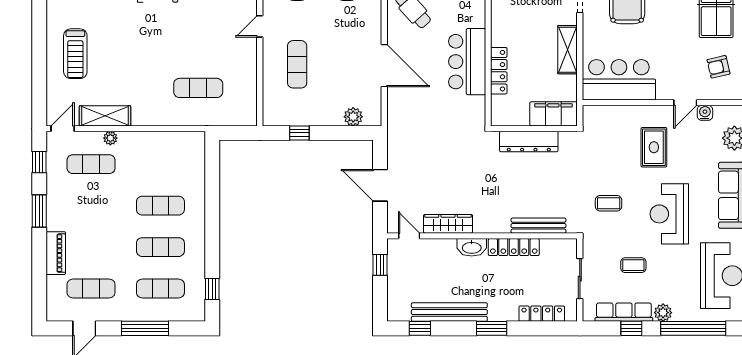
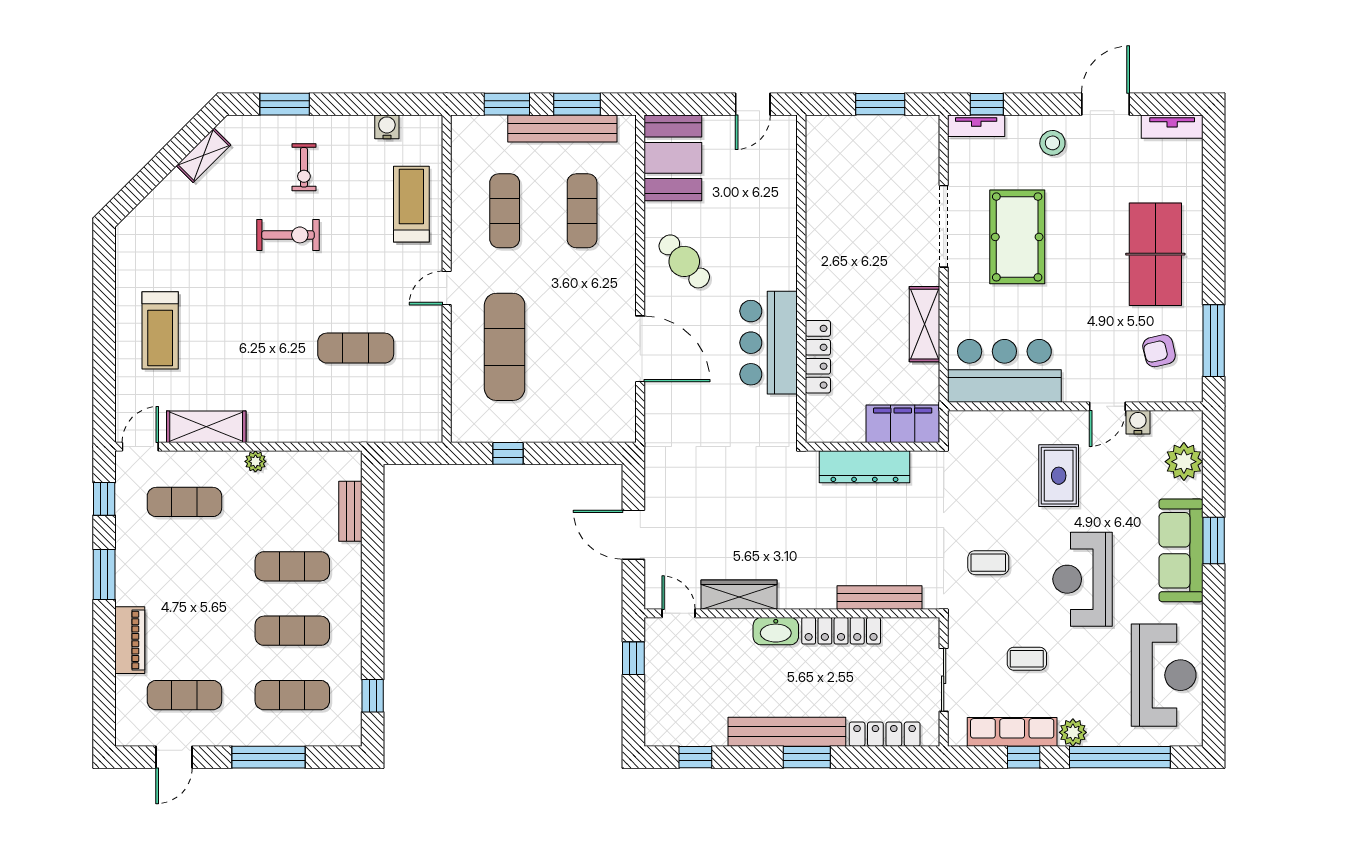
exercise mat: (297, 64) -> (505, 347), width x1.36, depth x1.45
exercise mat: (198, 88) -> (356, 348), moved
plant: (353, 117) -> (592, 428), removed
plant: (110, 138) -> (255, 461), moved
bench: (198, 170) -> (350, 511), added
bench: (449, 312) -> (787, 732), moved

